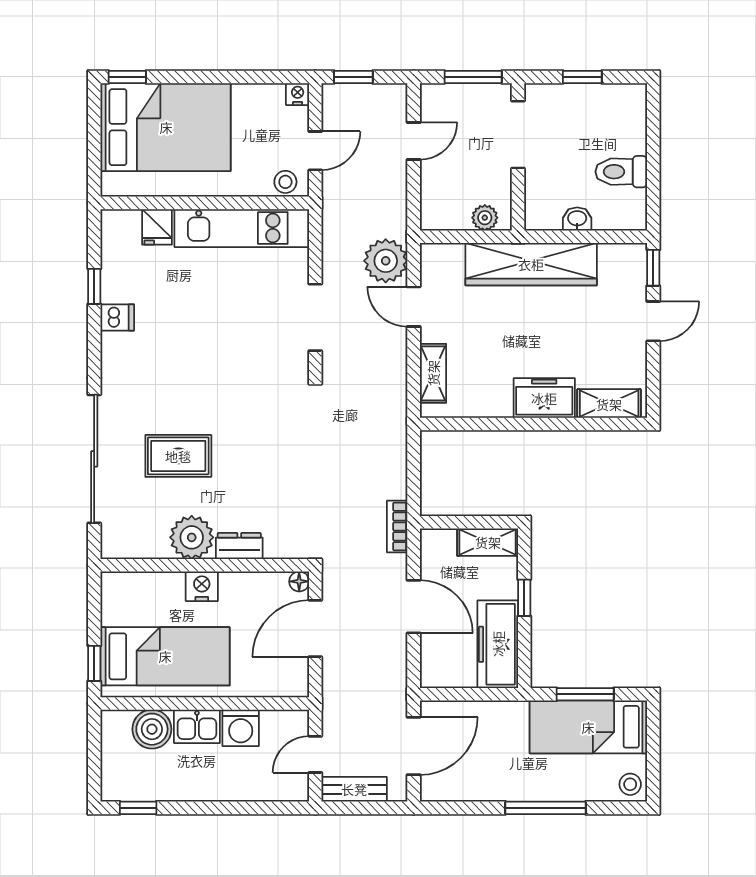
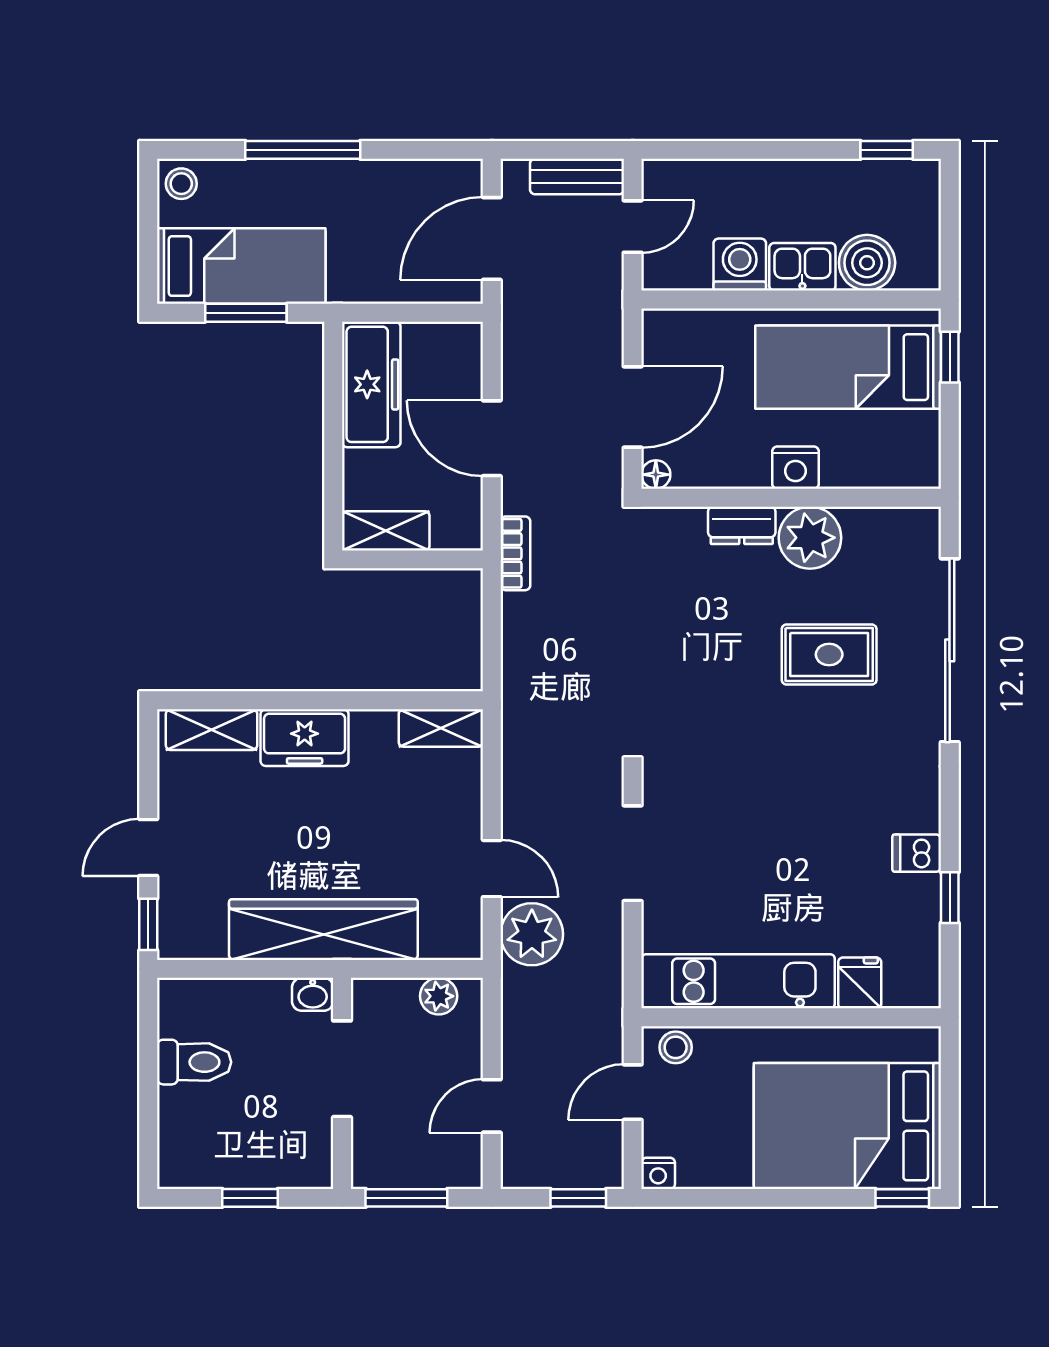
doorway: (518, 135) -> (342, 1069), moved
plant: (485, 218) -> (439, 996), moved
washbasin: (577, 219) -> (313, 994), moved
shelving: (433, 373) -> (441, 728), moved, turned 90
window: (524, 598) -> (333, 451), removed

